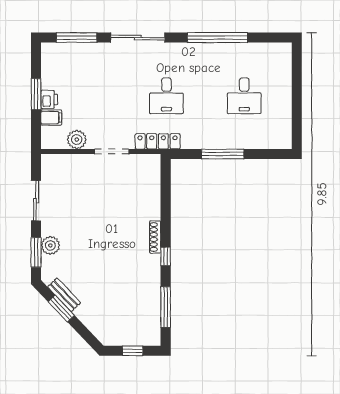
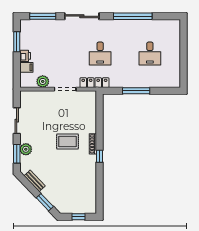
window: (36, 94) -> (17, 42), moved
rug: (116, 233) -> (68, 142), added
window: (166, 307) -> (100, 189), removed
window: (61, 308) -> (45, 202), moved

